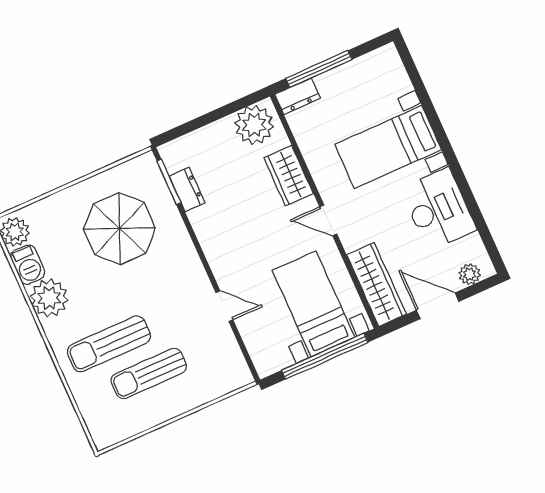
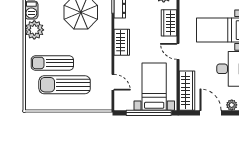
wardrobe: (218, 249) -> (122, 42), added
door: (224, 306) -> (113, 82), moved
sun lounger: (149, 373) -> (65, 85), width x1.36, depth x1.34

